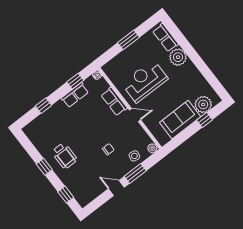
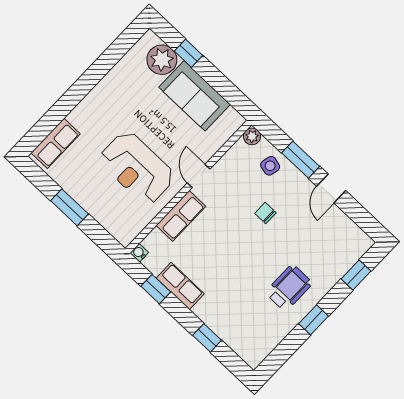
plant: (178, 57) -> (86, 116), removed

